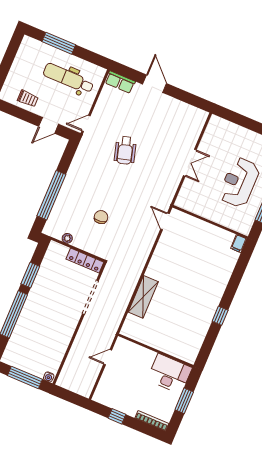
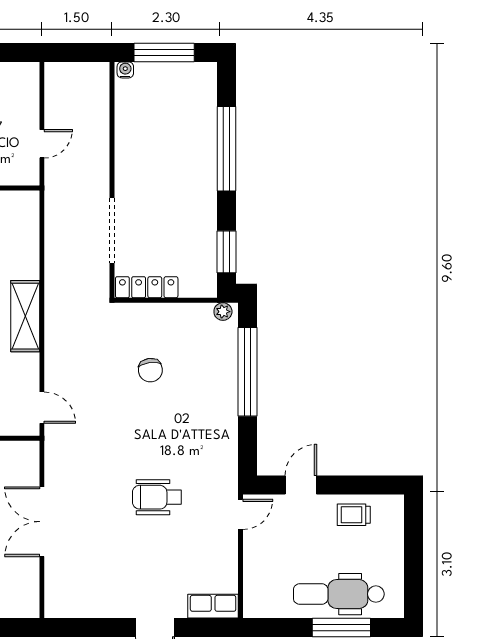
dental chair: (68, 78) -> (339, 594), moved, turned 180
wheelchair: (125, 150) -> (157, 497), turned -74
double door: (190, 163) -> (42, 522), width x1.37
plant: (67, 238) -> (223, 312), moved
window: (30, 275) -> (227, 252), moved
shelving: (143, 297) -> (25, 316), moved

